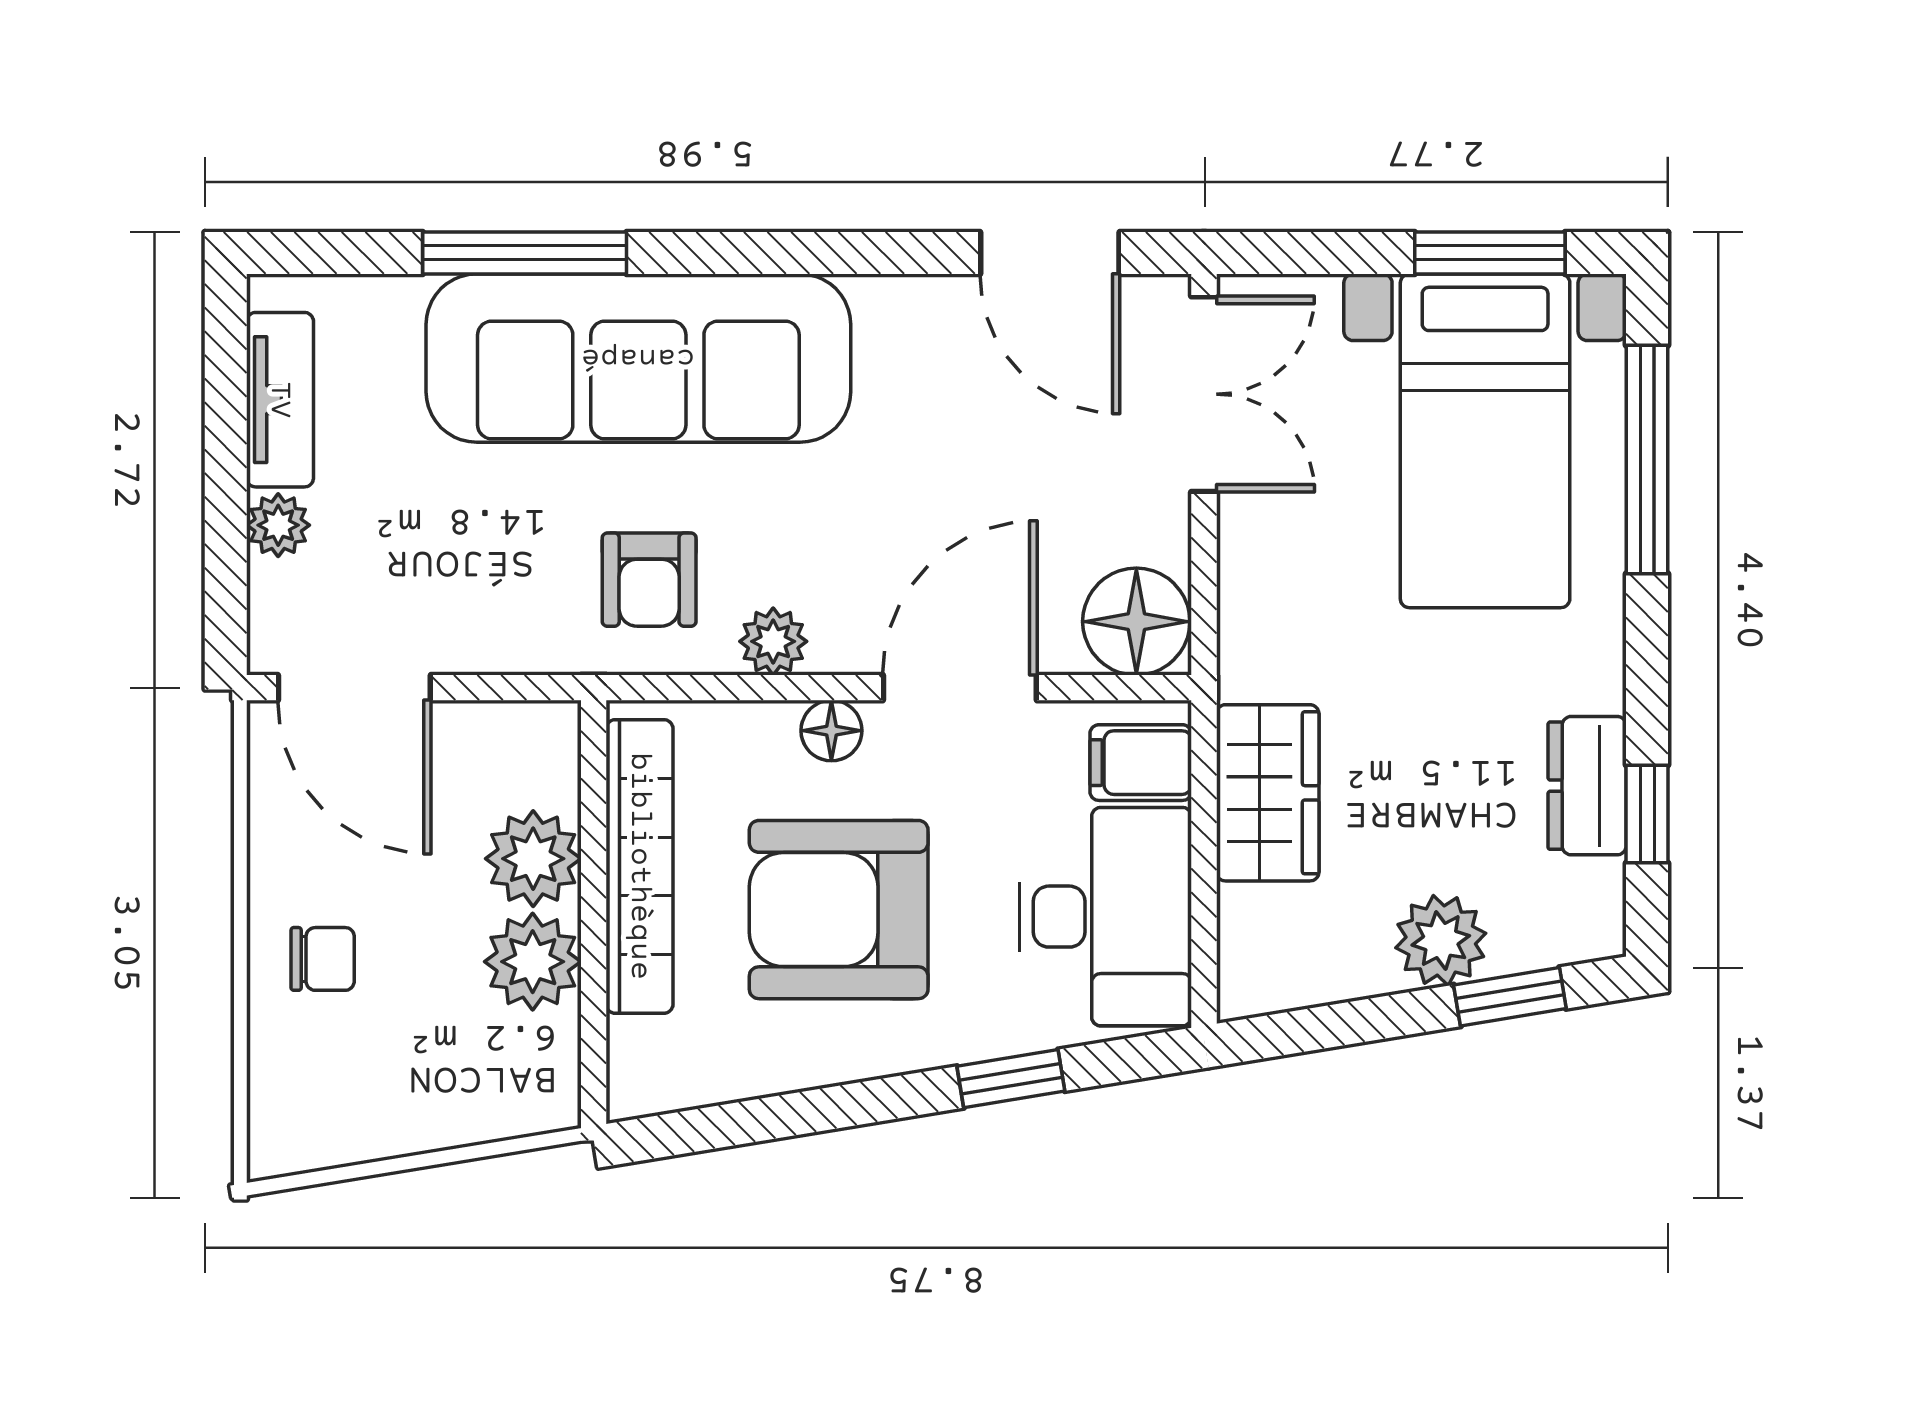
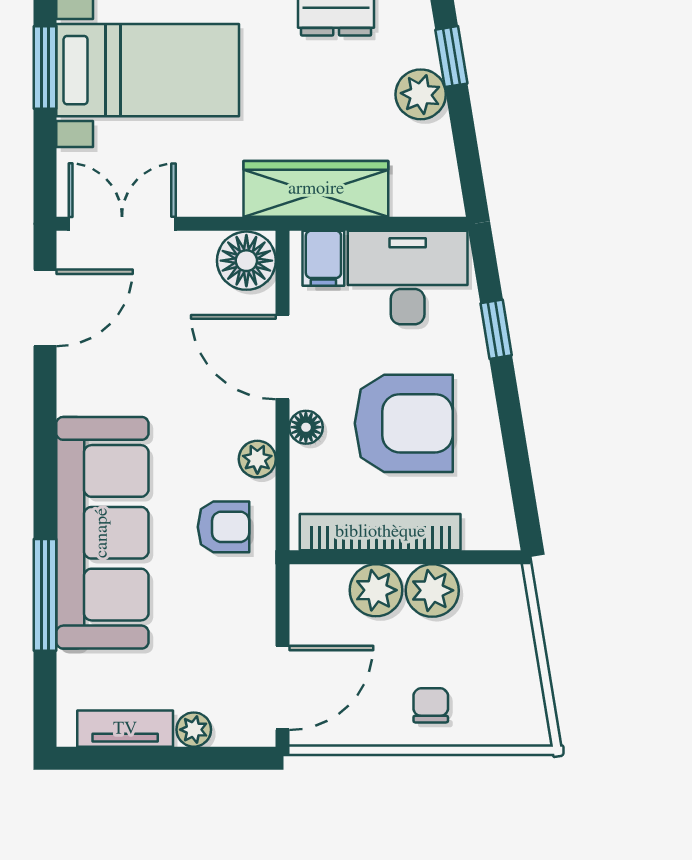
wardrobe: (1268, 793) -> (316, 189), width x1.50
armchair: (839, 910) -> (404, 423), turned -90

